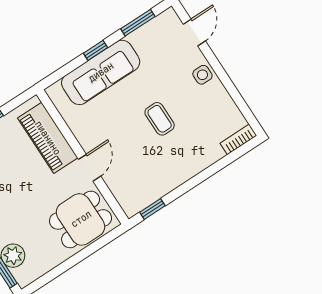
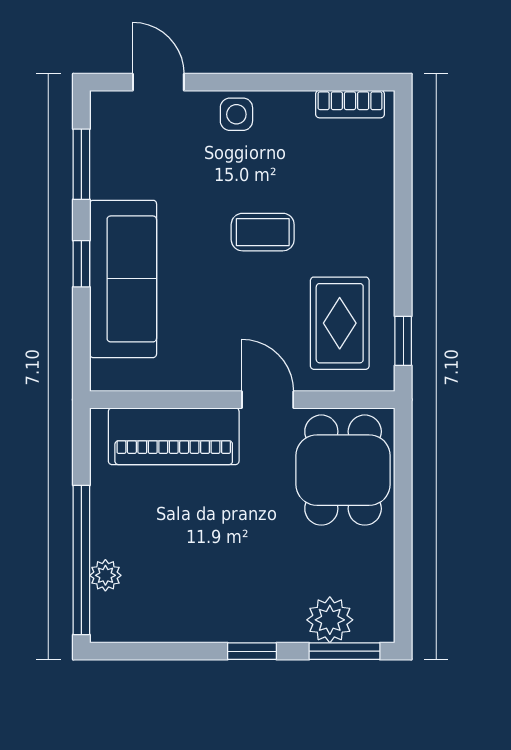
bookcase: (238, 139) -> (350, 104), moved, turned -90
rug: (142, 177) -> (340, 323), added

